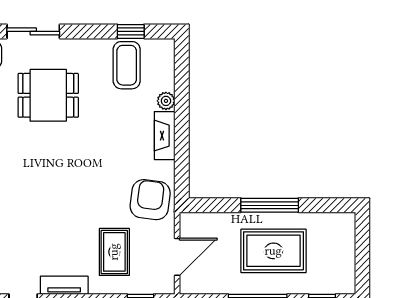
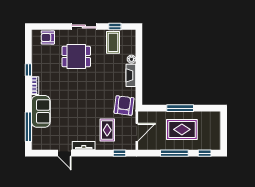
sliding door: (33, 31) -> (84, 27), moved

